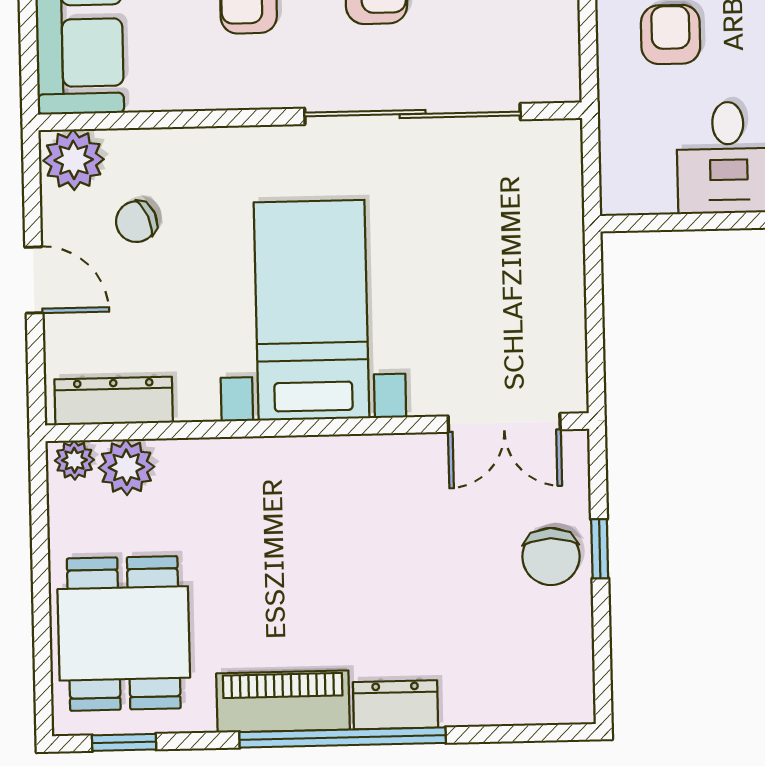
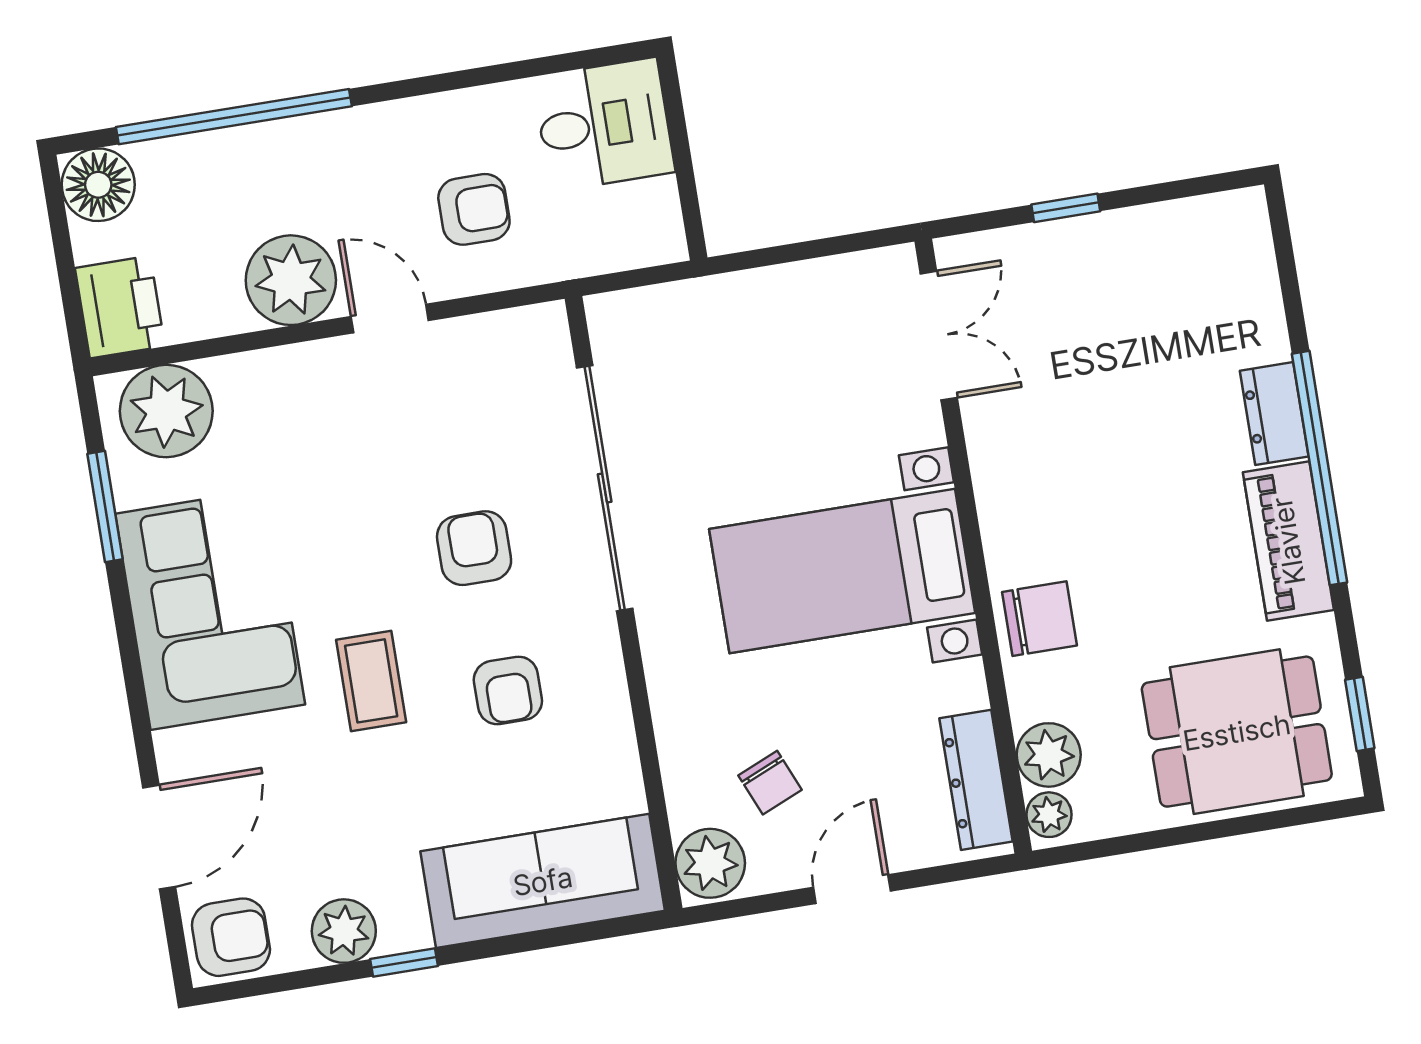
armchair: (671, 34) -> (474, 209), turned 180
chair: (551, 556) -> (1040, 619), moved

